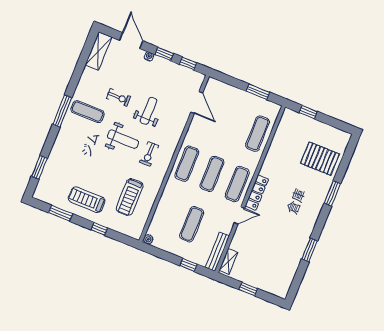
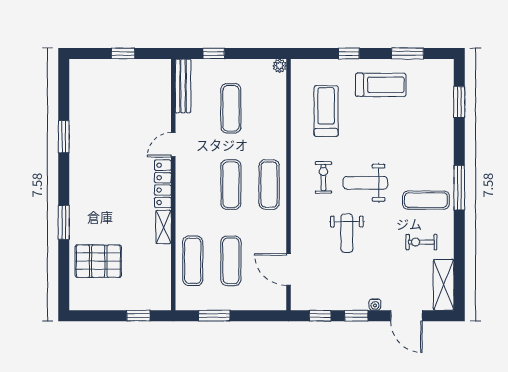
exercise bike: (118, 97) -> (421, 242), moved
exercise mat: (237, 184) -> (231, 261), moved
shelving: (228, 261) -> (164, 227), moved

